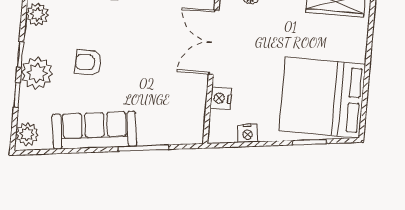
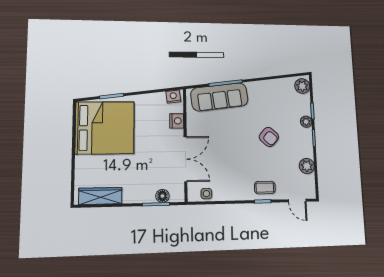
armchair: (88, 62) -> (269, 137), turned 42
plant: (37, 73) -> (306, 122), width x0.53, depth x0.53
sofa: (95, 130) -> (219, 97), moved
nightstand: (247, 133) -> (173, 97), moved

